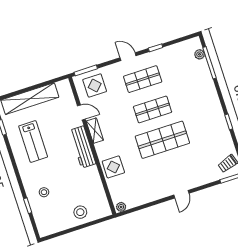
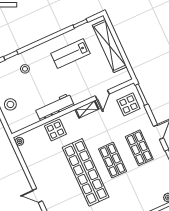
shop shelf: (162, 140) -> (86, 172), width x1.40
workbench: (83, 147) -> (55, 107), moved

